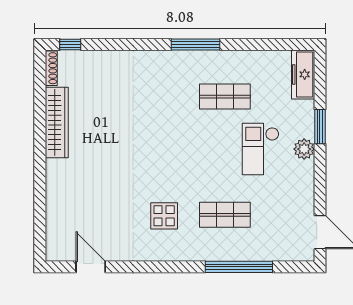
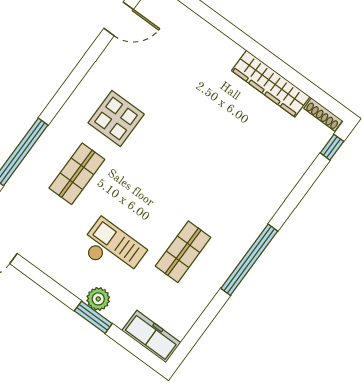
window: (196, 44) -> (249, 260), width x1.46
plant: (304, 149) -> (98, 299), moved
display table: (164, 216) -> (116, 119), width x1.36, depth x1.36

